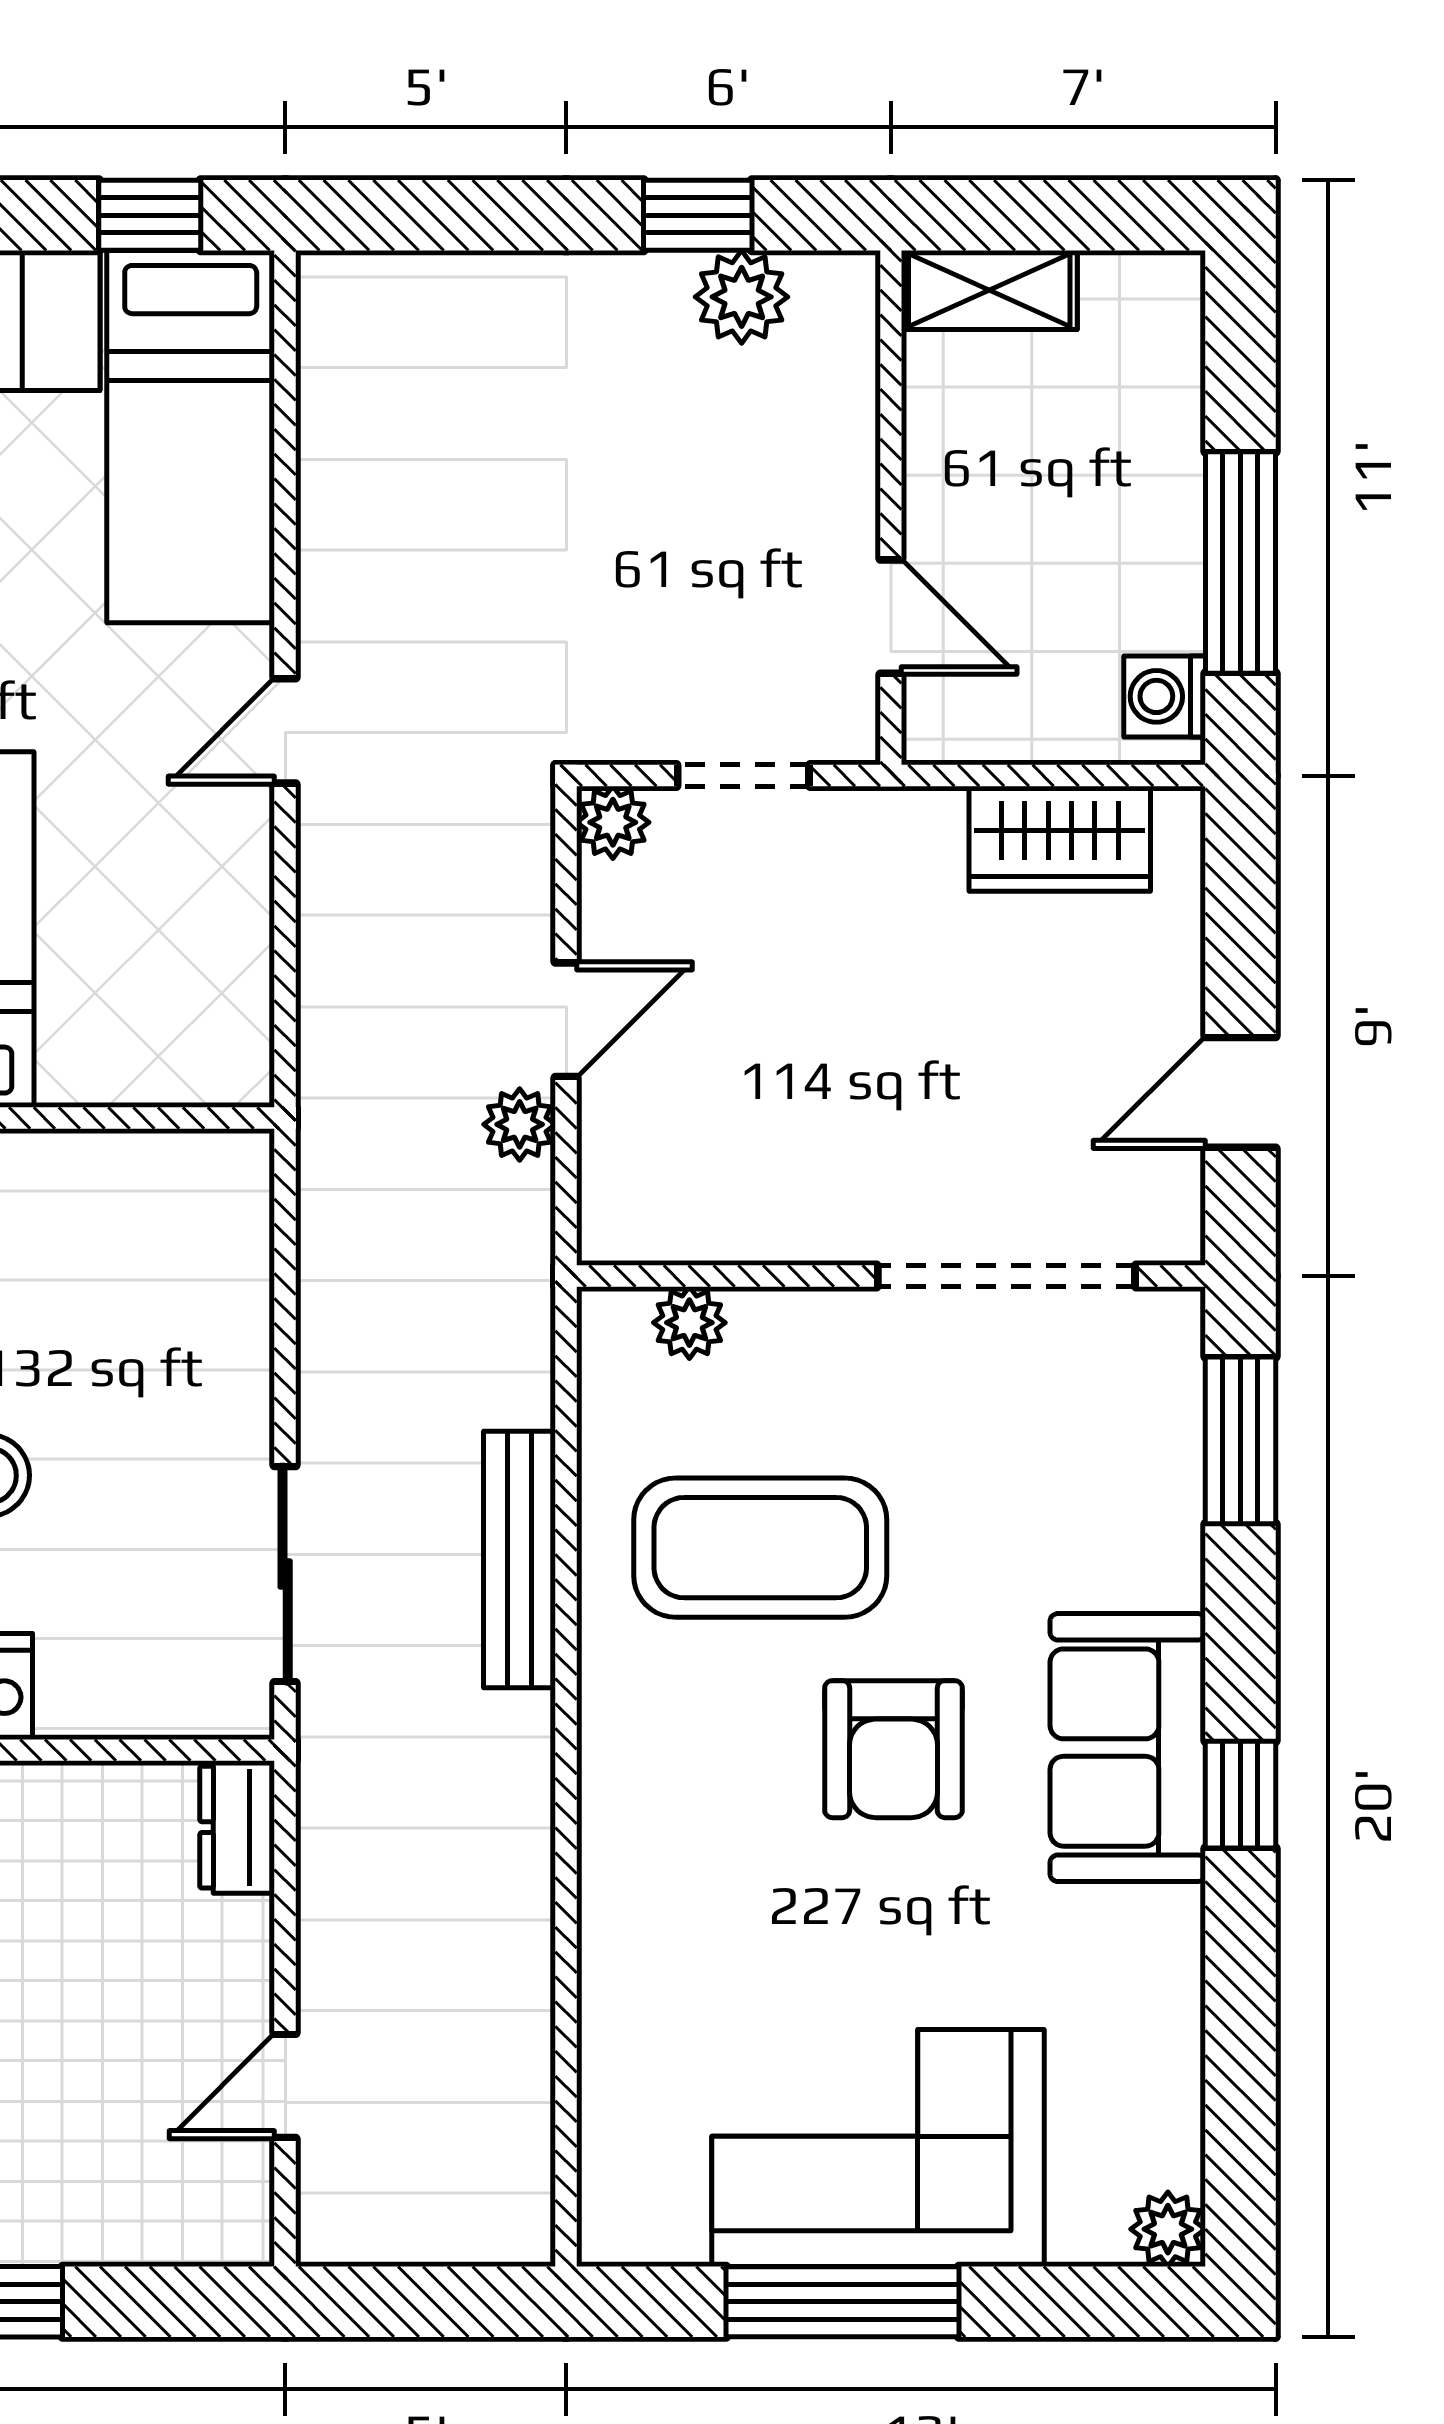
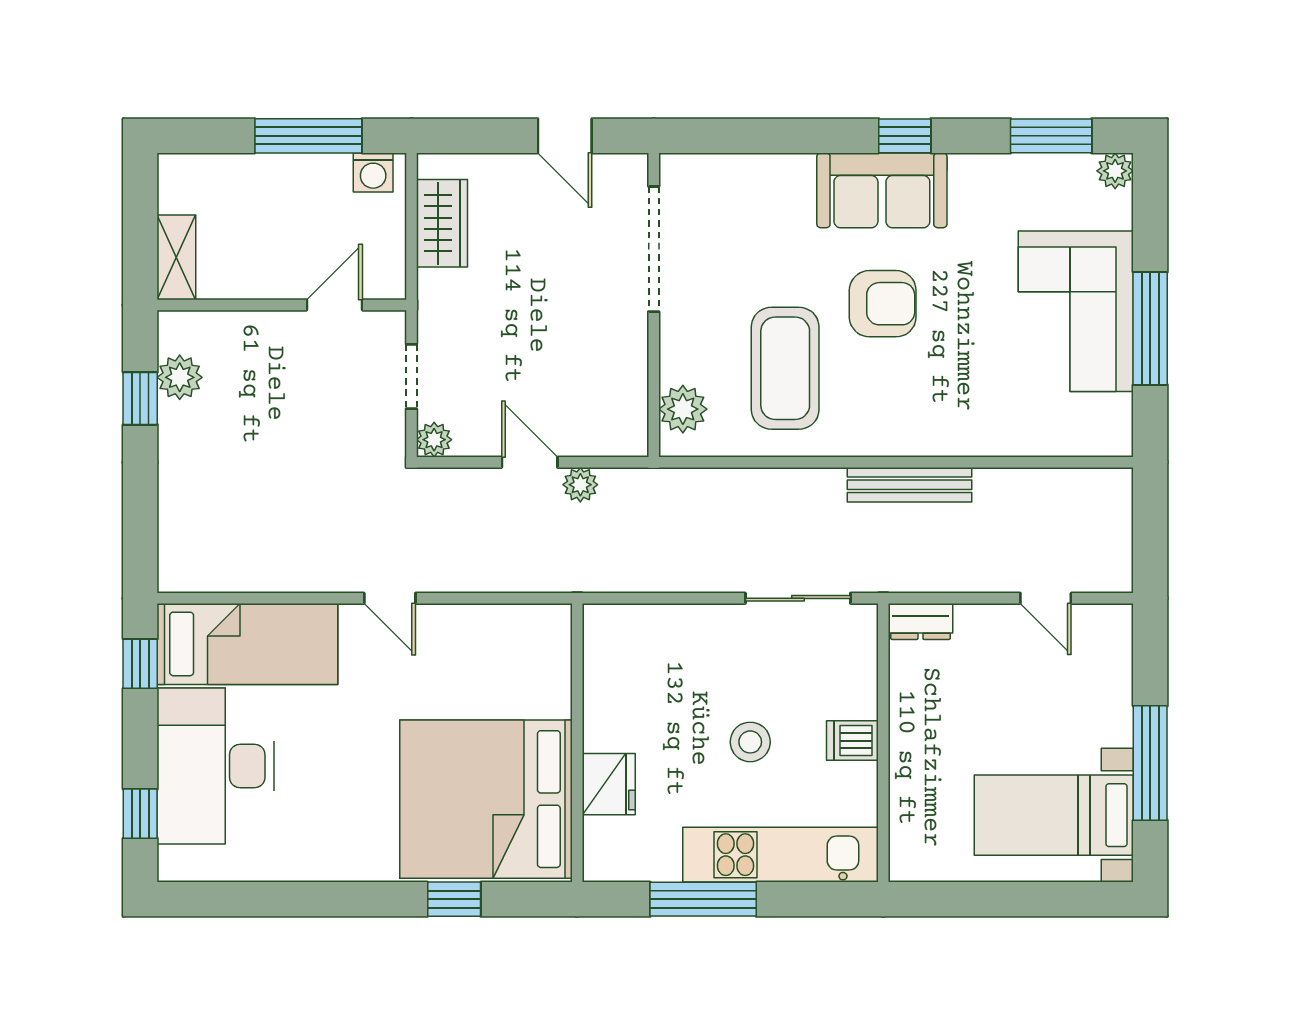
plant: (689, 1323) -> (683, 409), width x1.38, depth x1.38
window: (1240, 1440) -> (1051, 136), moved
bench: (520, 1560) -> (909, 485), moved

